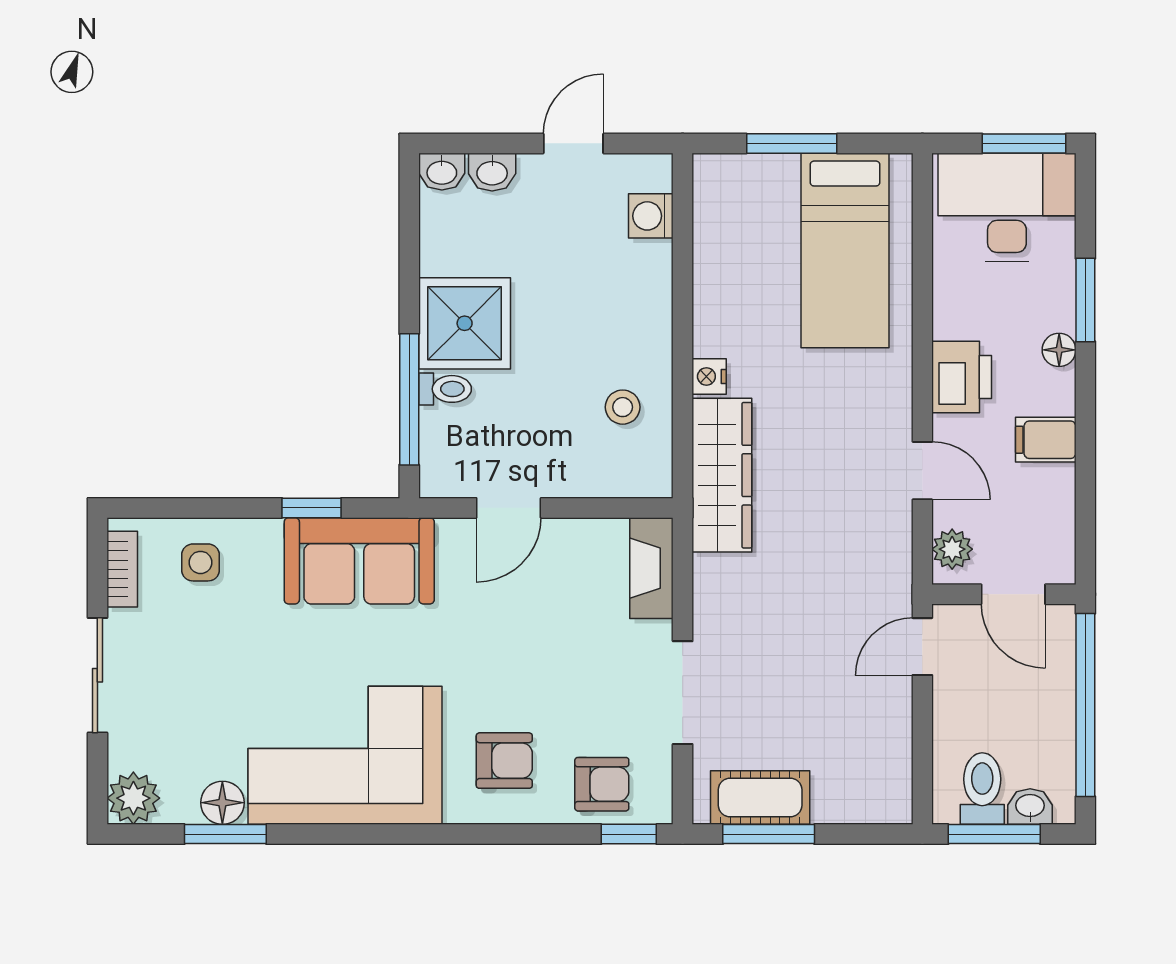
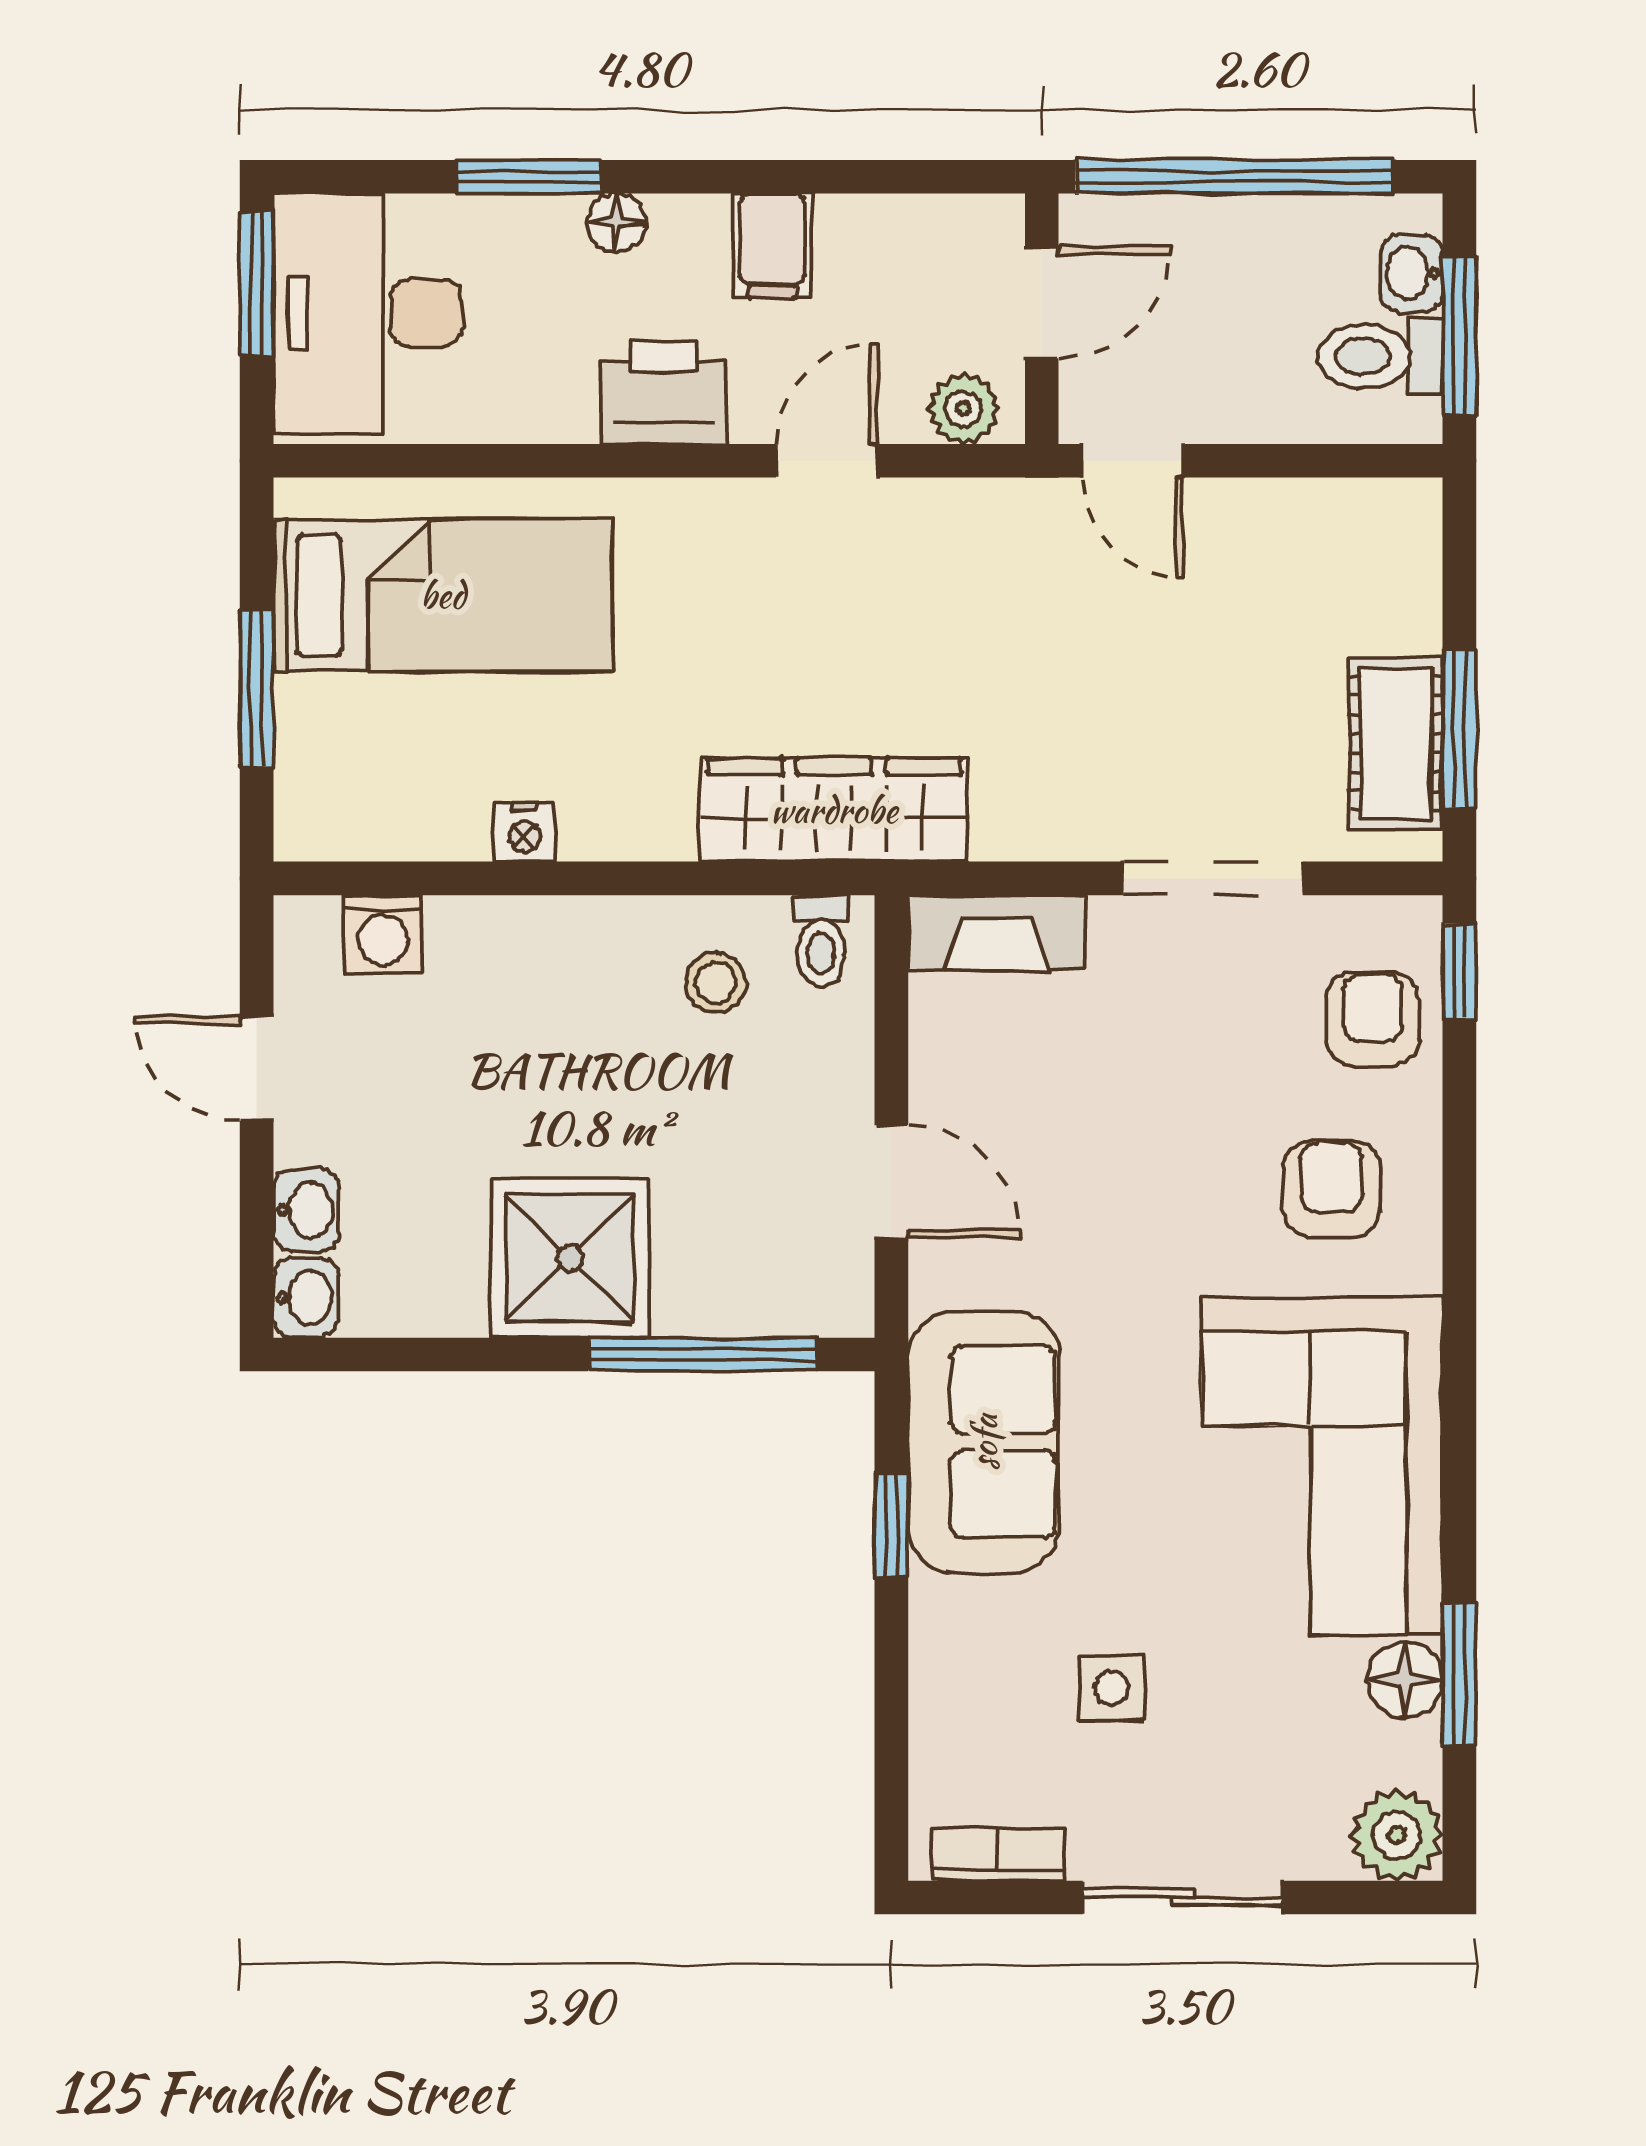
nightstand: (709, 376) -> (524, 832), moved
toilet: (445, 389) -> (821, 941), moved, turned 180
side table: (201, 562) -> (1111, 1688), moved

